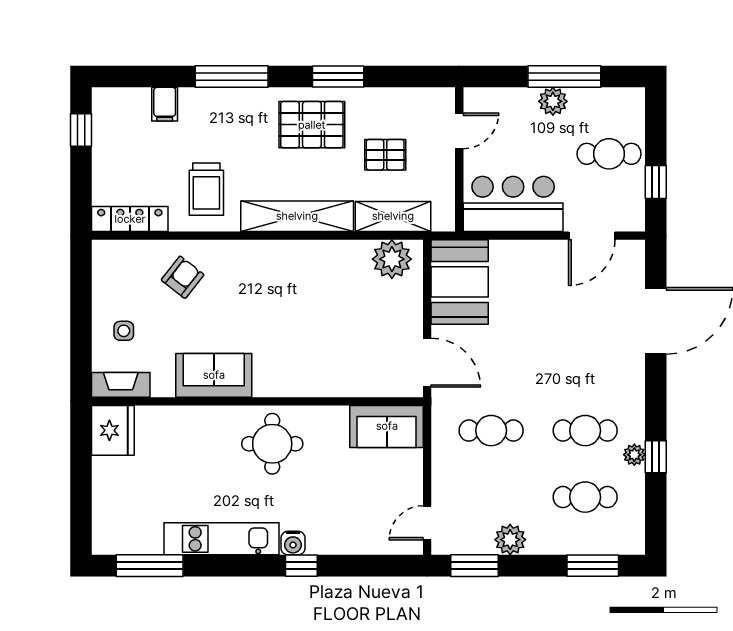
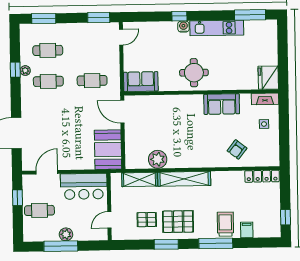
pallet: (385, 155) -> (147, 220), moved
trolley: (206, 189) -> (225, 224), moved
plant: (392, 259) -> (158, 159), moved
plant: (510, 540) -> (82, 30), removed

